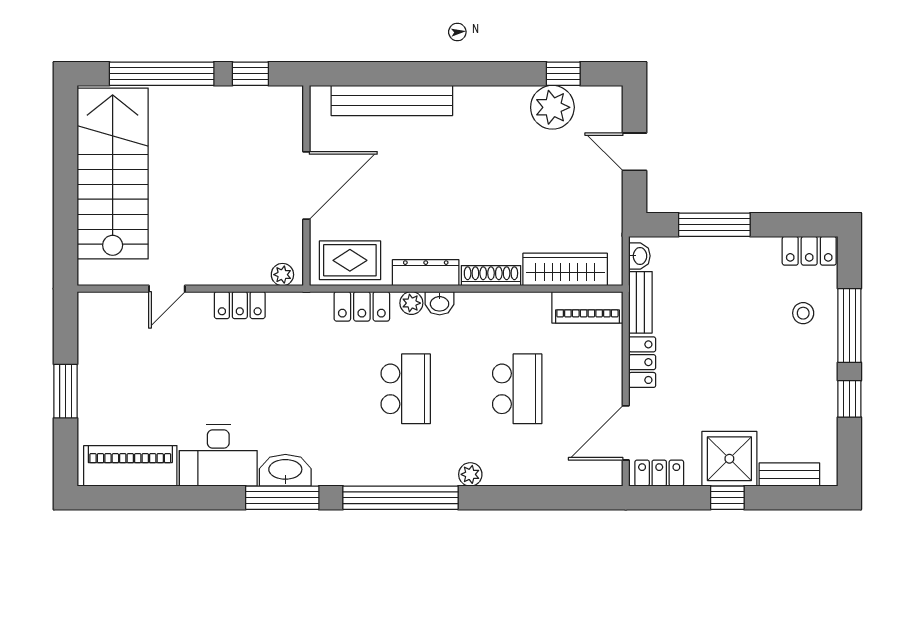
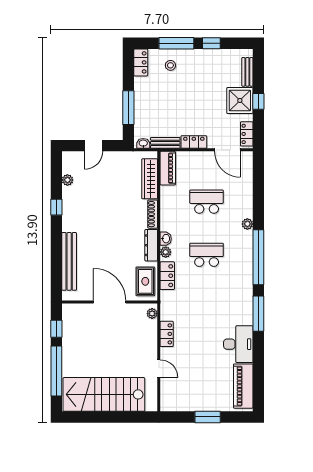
window: (563, 74) -> (56, 207), moved
plant: (552, 107) -> (67, 180), width x0.53, depth x0.53
washbasin: (285, 470) -> (245, 312), removed

